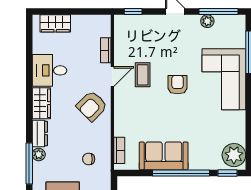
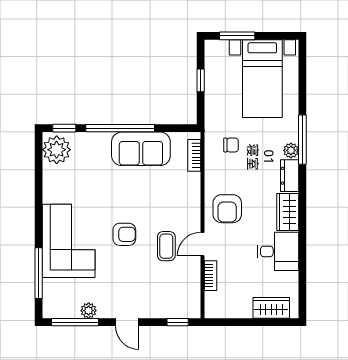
armchair: (178, 85) -> (124, 234), turned -90
armchair: (92, 106) -> (227, 209), turned 135

